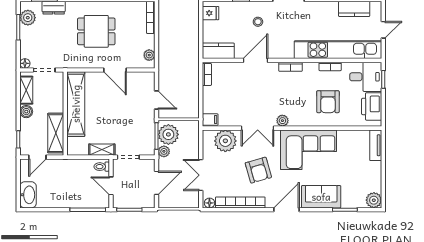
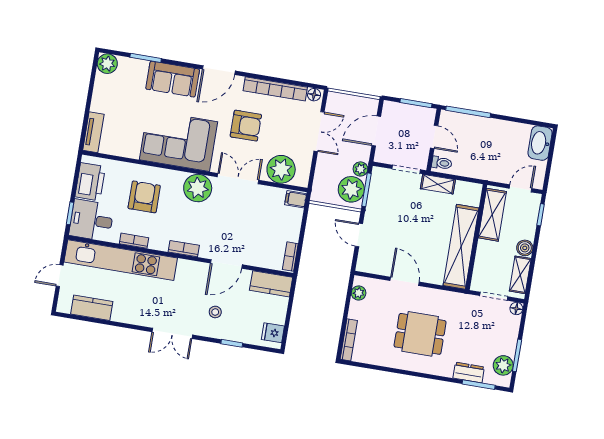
plant: (282, 121) -> (198, 188), width x1.88, depth x1.88
armchair: (258, 170) -> (246, 126), turned 106

